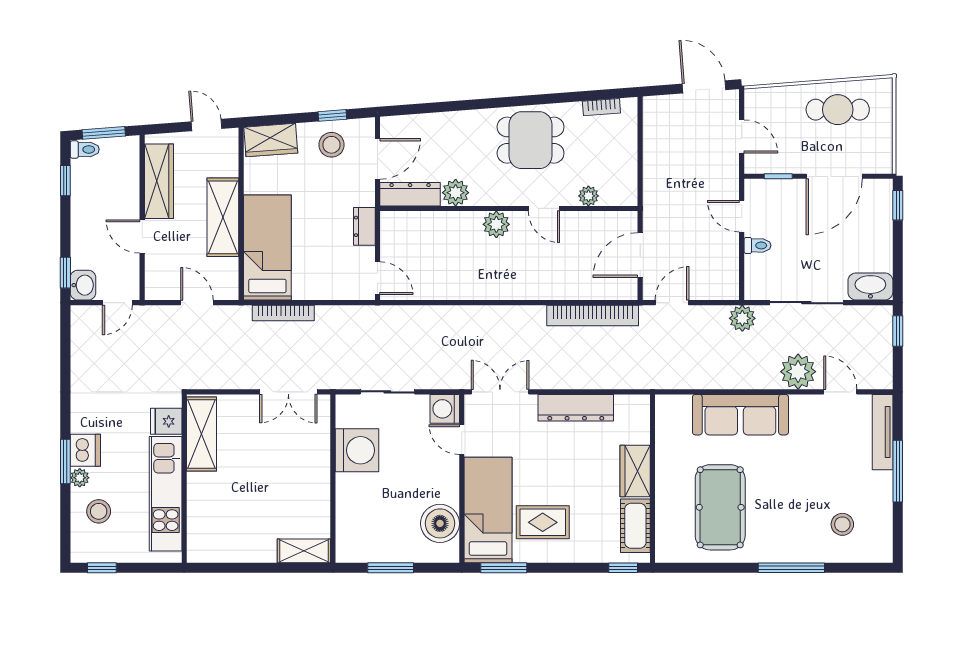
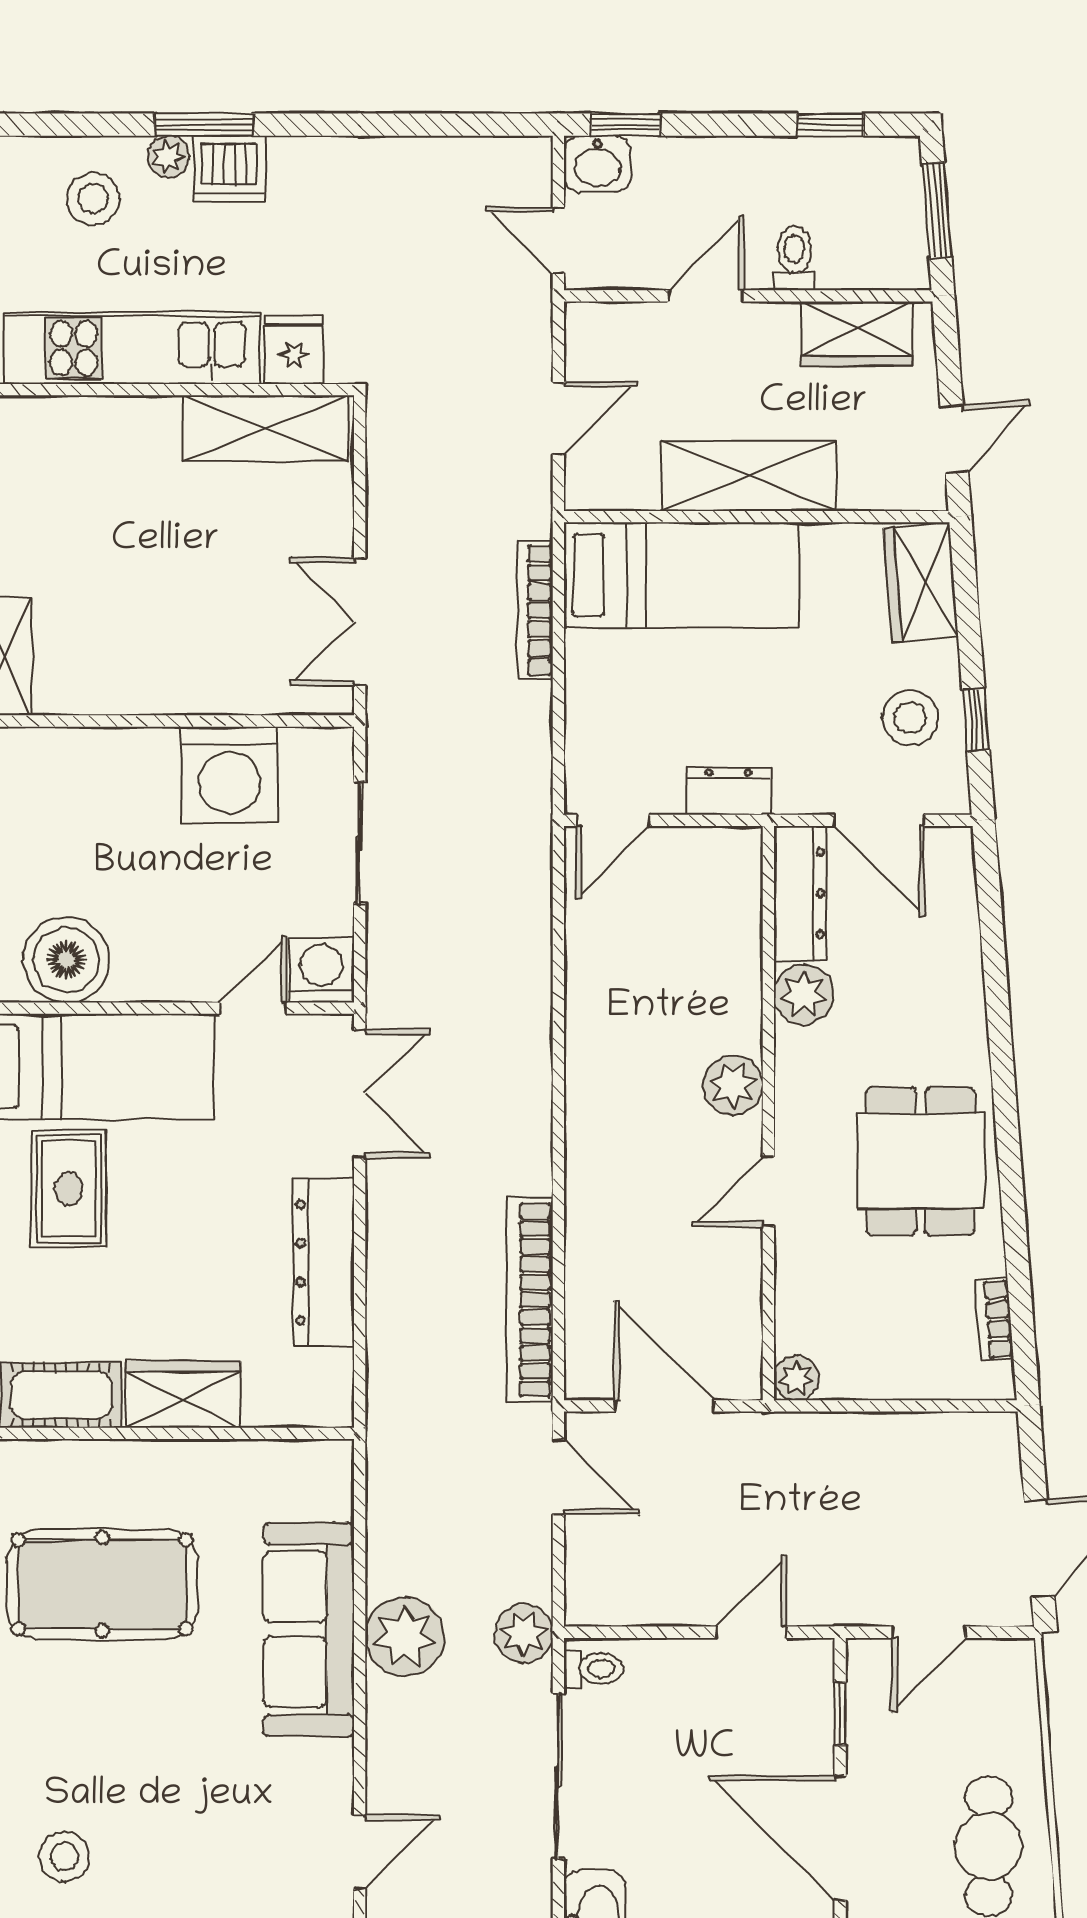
toilet: (85, 149) -> (794, 258), moved, turned 180
wardrobe: (159, 181) -> (857, 333), width x0.67
plant: (588, 196) -> (796, 1378), moved
toilet: (757, 245) -> (594, 1669), moved, turned -90
plant: (798, 372) -> (405, 1637), moved

